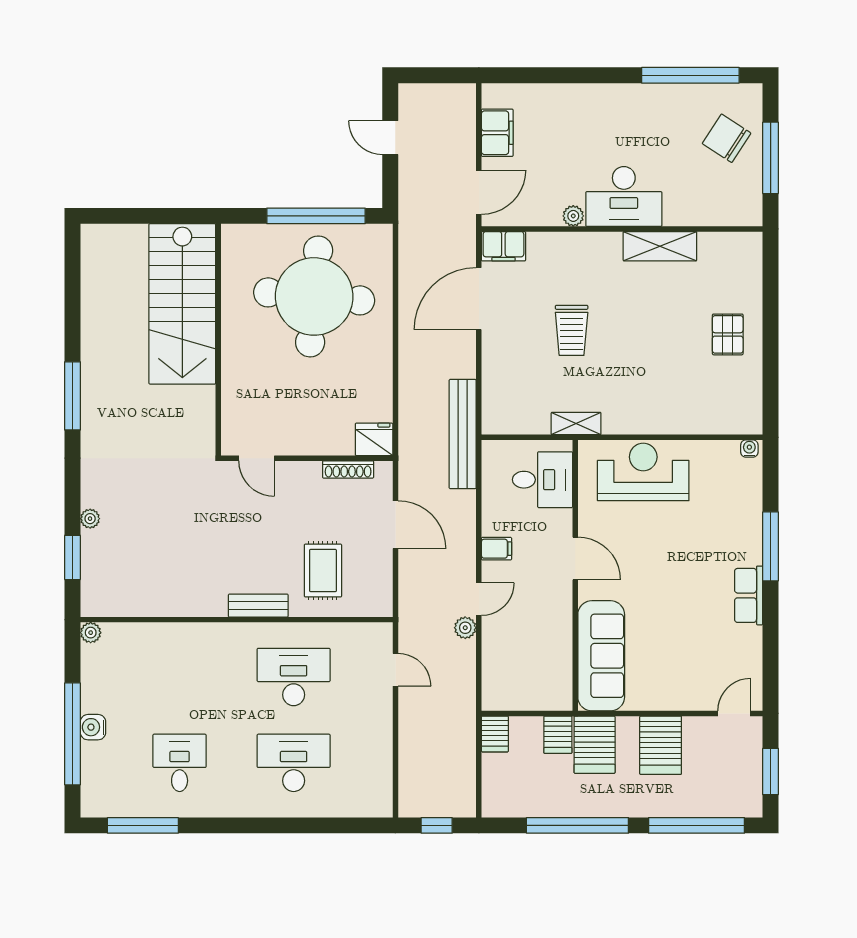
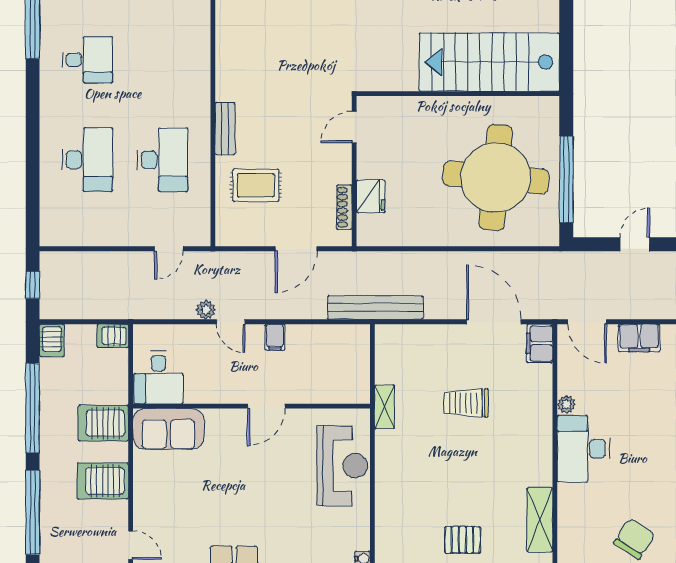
shelving: (660, 246) -> (540, 520), moved
fridge: (374, 439) -> (371, 196), moved
desk: (543, 480) -> (158, 378), moved
sofa: (601, 656) -> (168, 429), width x0.73
server rack: (558, 735) -> (52, 340), moved, turned -90

